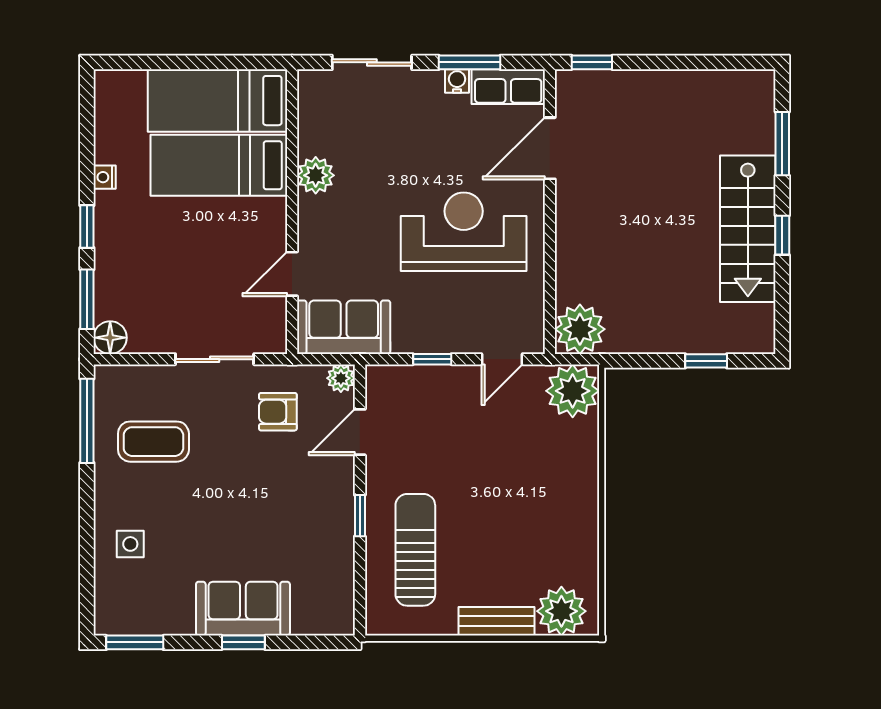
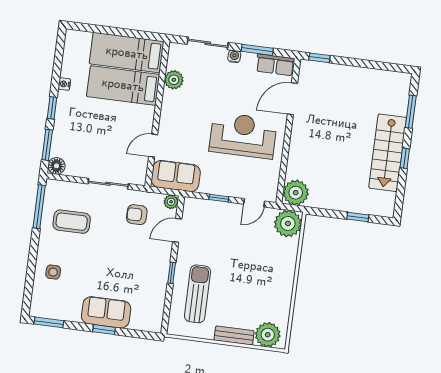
water cooler: (457, 81) -> (234, 56), moved
plant: (316, 175) -> (174, 80), moved

